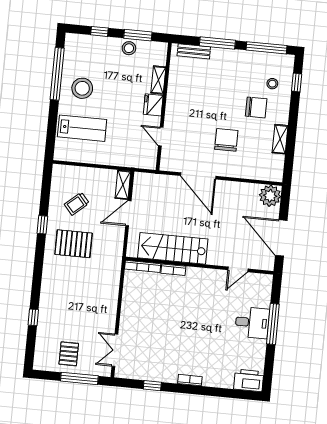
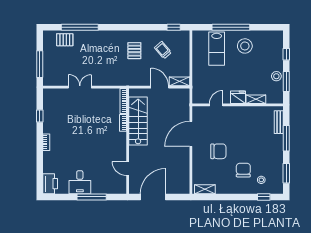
window: (266, 48) -> (286, 173), width x0.69
window: (57, 74) -> (231, 27), moved
chair: (256, 107) -> (243, 170), turned 180
shelving: (280, 139) -> (205, 189), moved
plant: (270, 196) -> (182, 186), removed
window: (42, 225) -> (174, 27), moved
pallet: (74, 244) -> (134, 51), width x0.67, depth x0.71
window: (33, 317) -> (80, 27), width x3.17
desk: (252, 323) -> (80, 182), moved
double door: (115, 350) -> (80, 87), moved
pallet: (69, 354) -> (65, 40), moved

